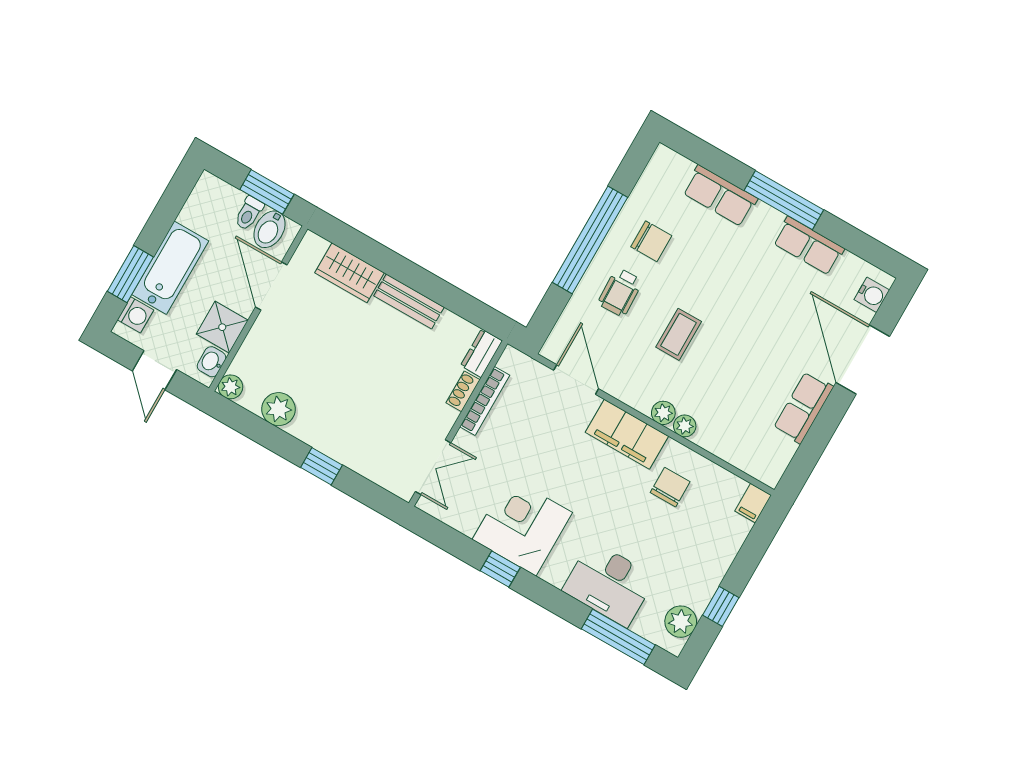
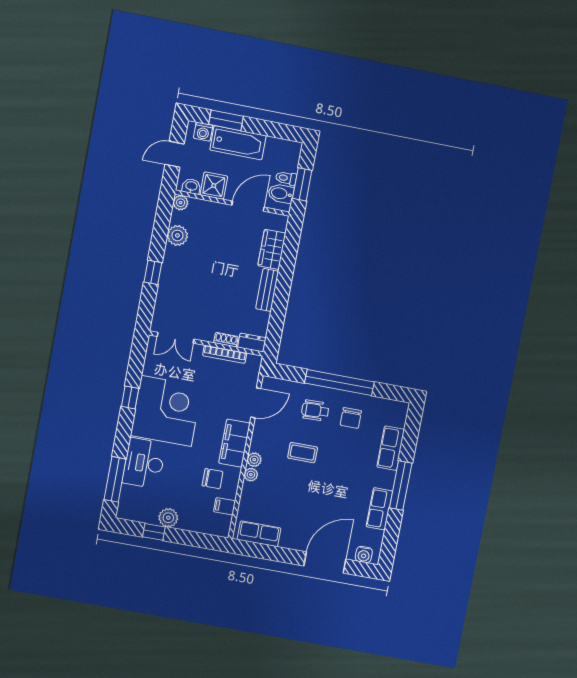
row of seats: (803, 407) -> (259, 534), moved
filing cabinet: (753, 503) -> (225, 506), moved
corner desk: (522, 526) -> (166, 411), width x1.36, depth x1.36
plant: (681, 622) -> (168, 518), moved

